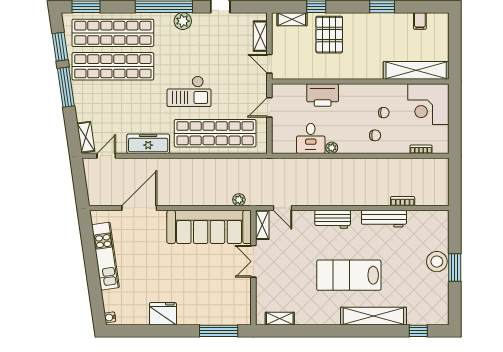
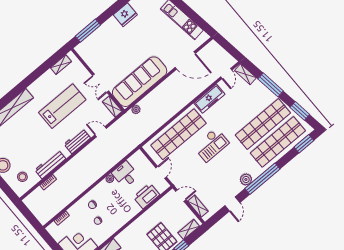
window: (66, 87) -> (271, 85), moved
checkout: (189, 91) -> (211, 145), turned 180
printer: (323, 95) -> (146, 196), moved
door: (139, 208) -> (185, 60), hinge flipped
door: (283, 208) -> (101, 132), moved
stool: (426, 231) -> (22, 177), added
double door: (253, 261) -> (101, 83), swing flipped
lab bench: (349, 275) -> (62, 106), moved

